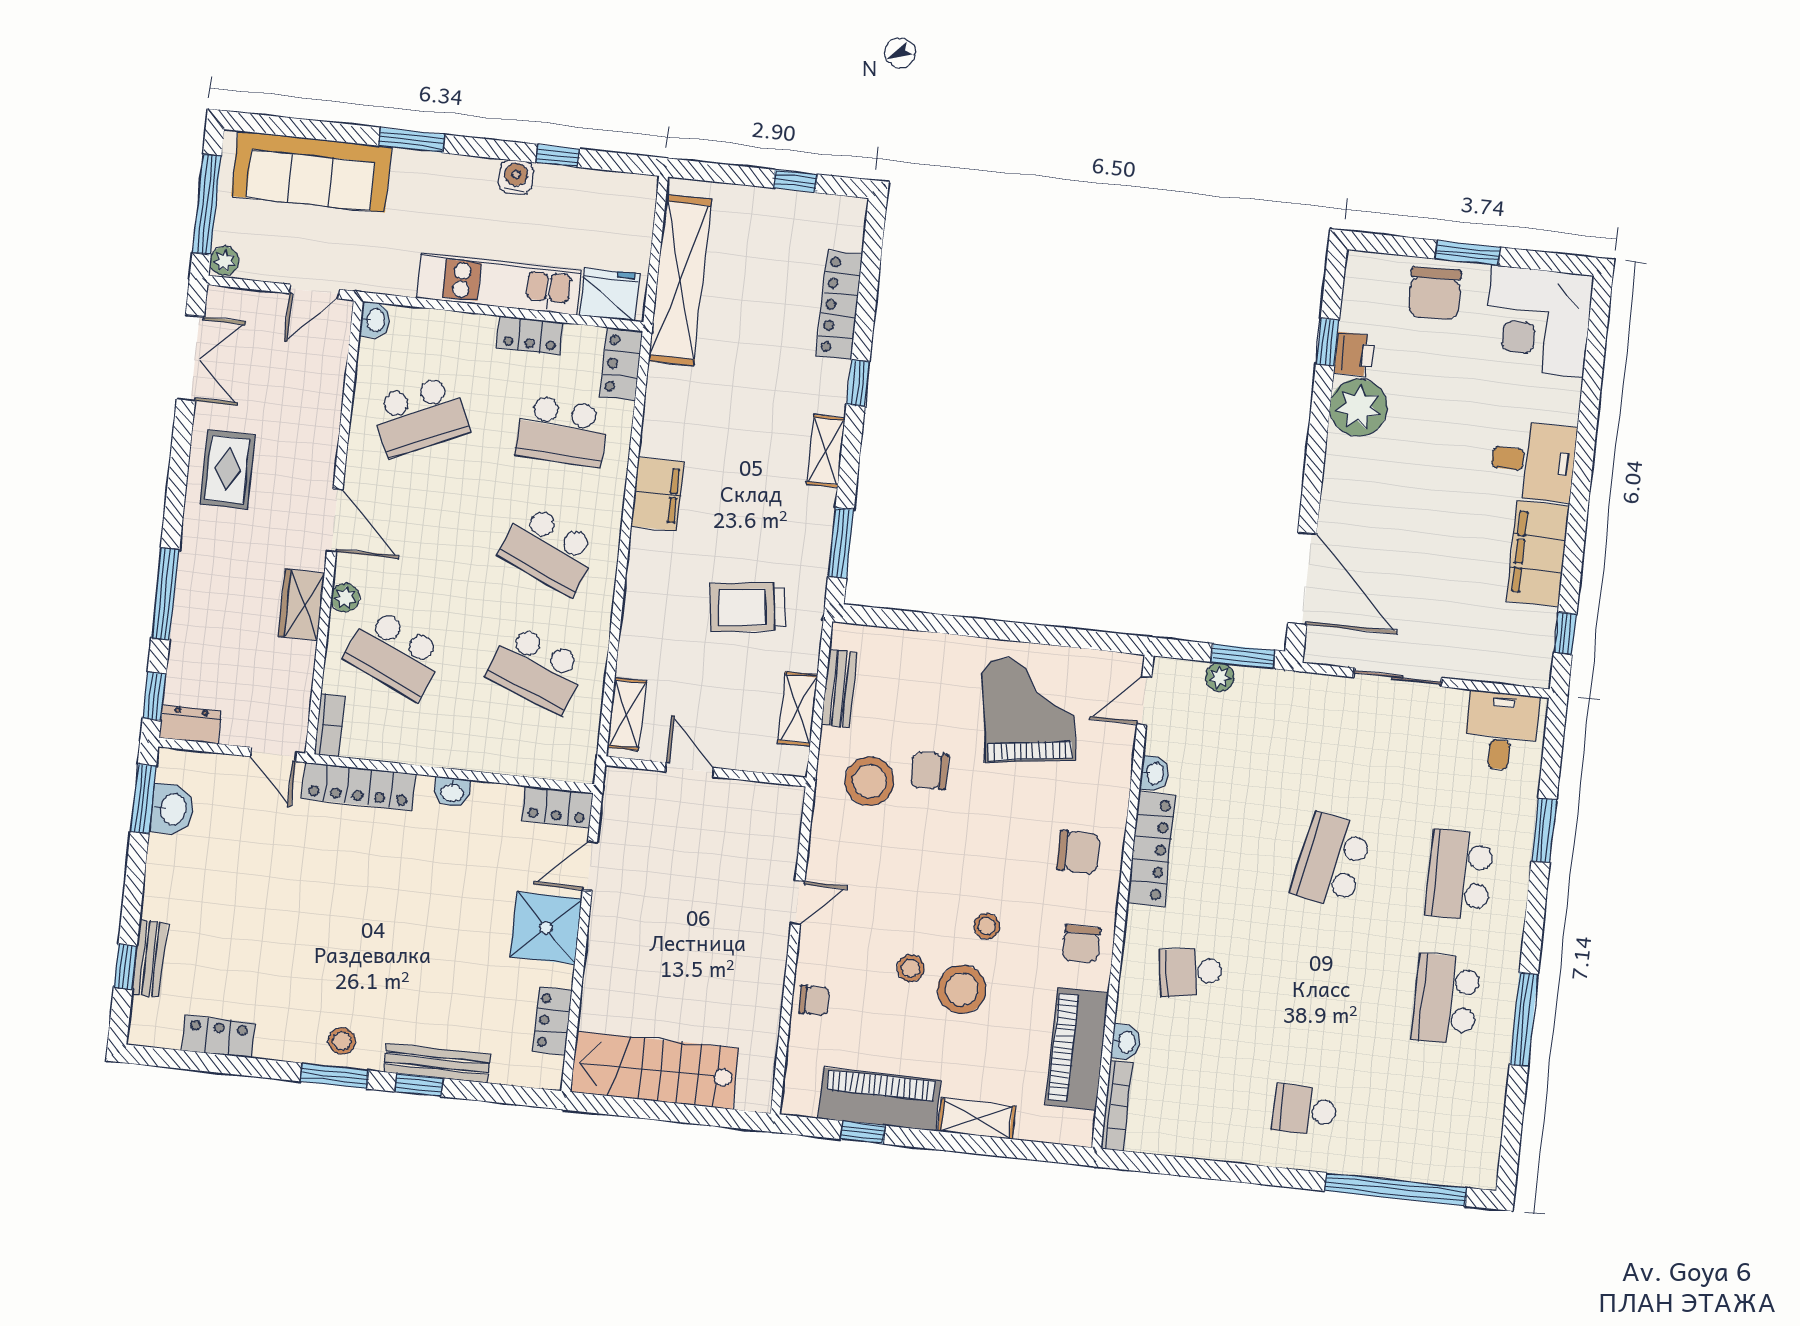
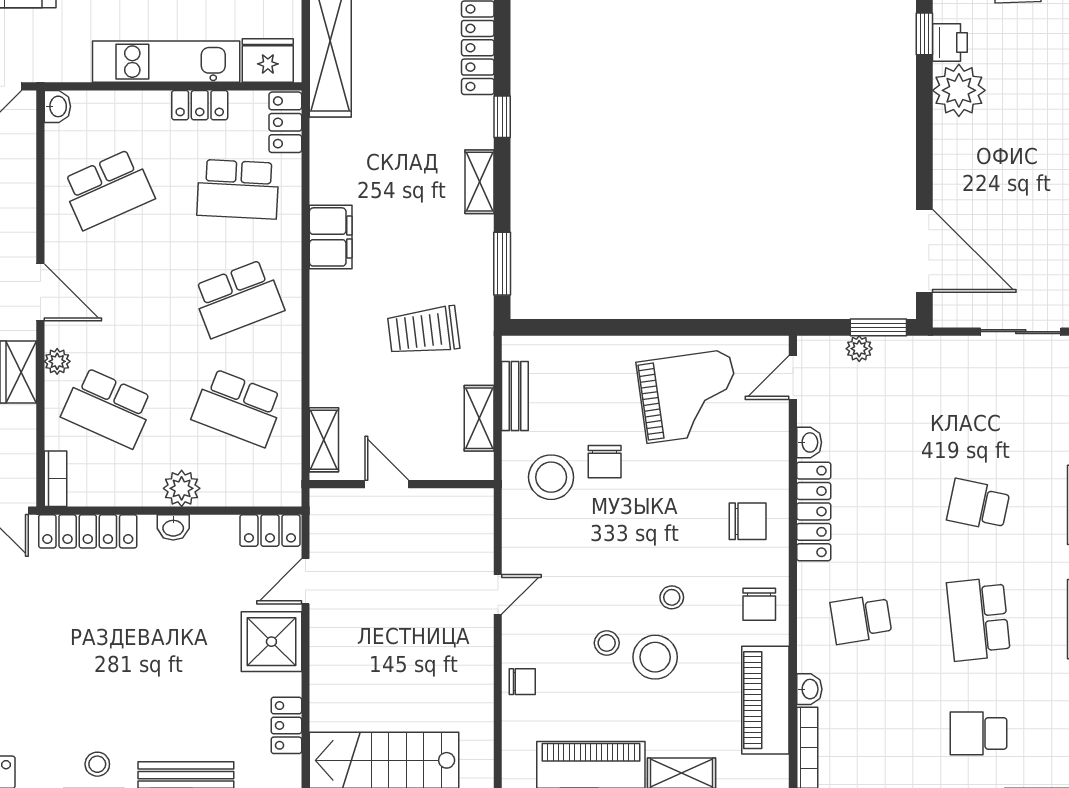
school desk: (549, 550) -> (238, 298), turned -45
grand piano: (1029, 709) -> (689, 396), turned 90
plant: (466, 750) -> (182, 488), added
chair: (930, 771) -> (605, 462), turned -90
school desk: (1332, 861) -> (978, 505), width x0.54
school desk: (1318, 986) -> (978, 619), added

